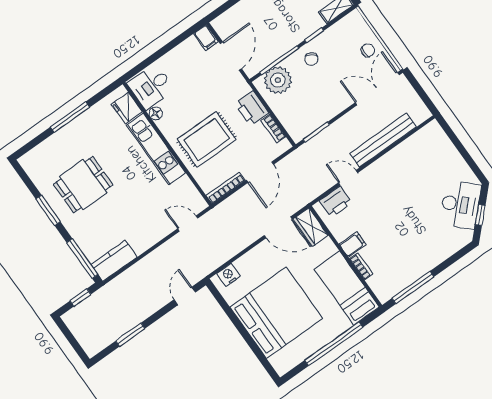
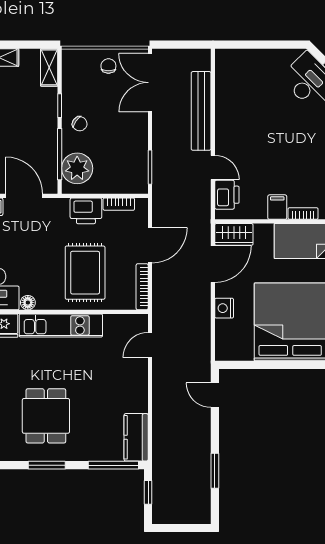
door: (260, 172) -> (150, 245), hinge flipped
door: (348, 178) -> (213, 167), swing flipped
nightstand: (229, 275) -> (224, 308), moved

